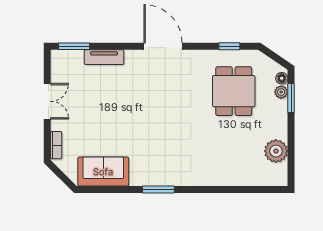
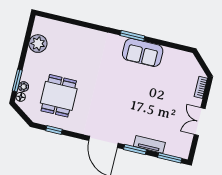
window: (121, 46) -> (135, 149), added
sofa: (103, 172) -> (143, 52), moved

